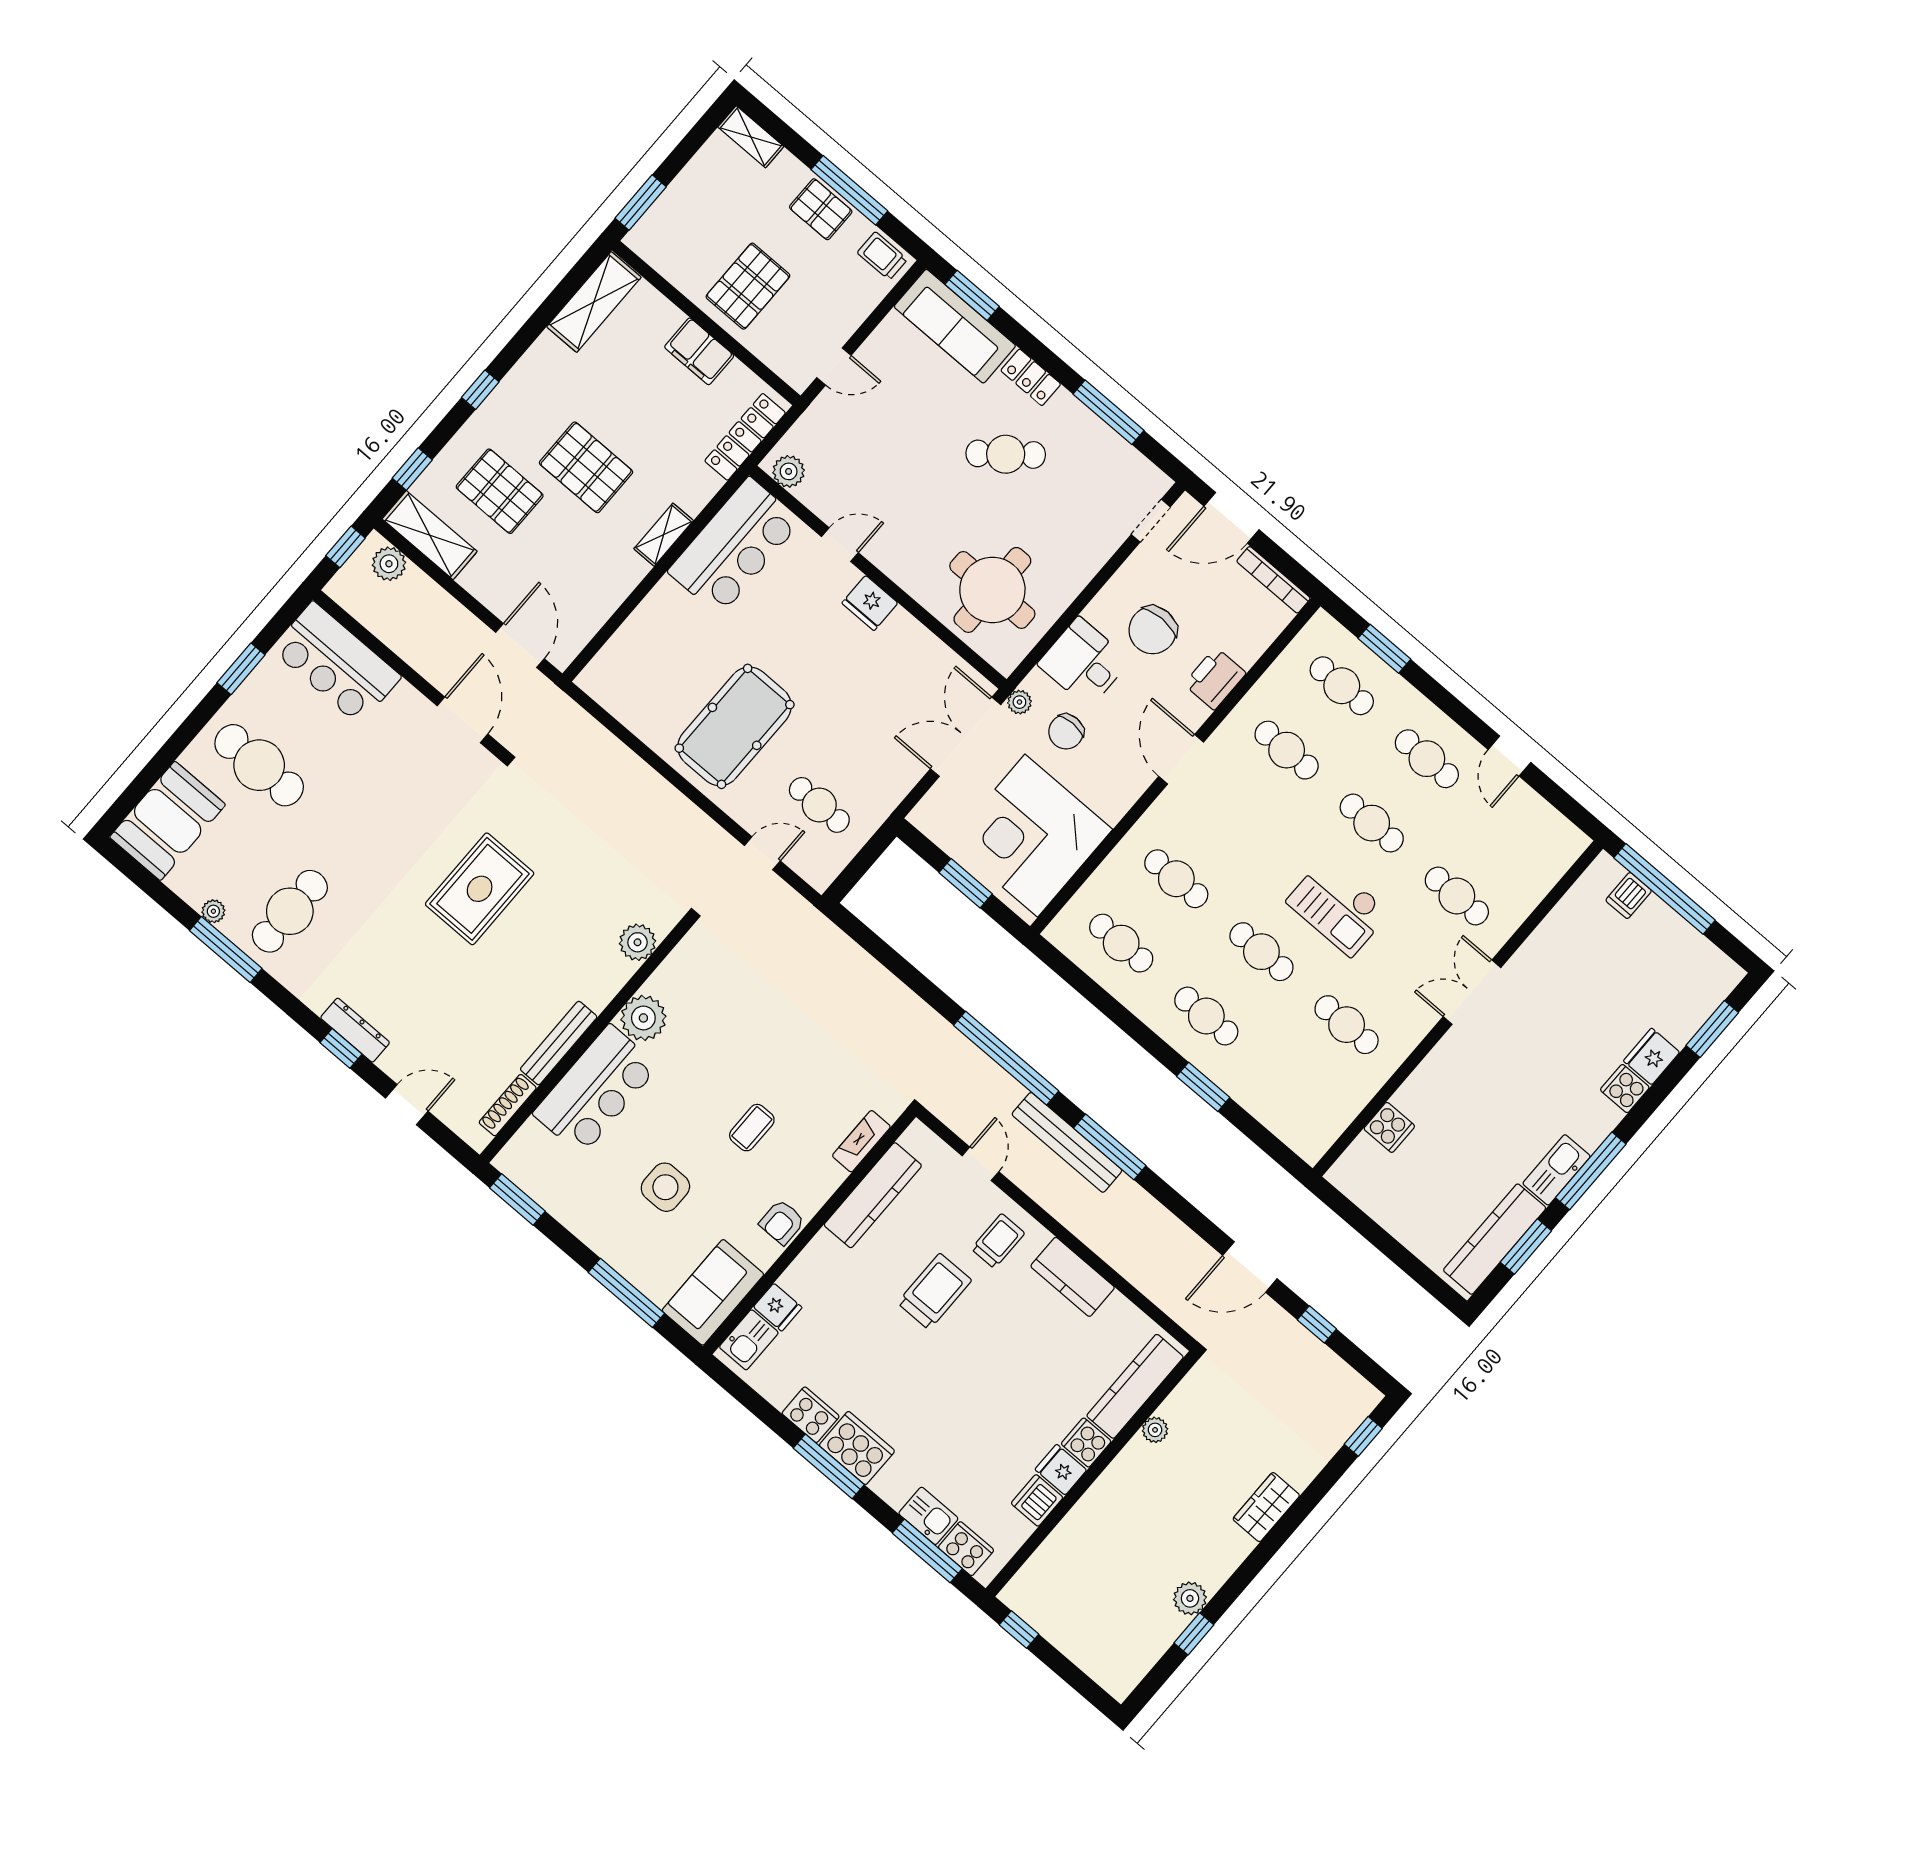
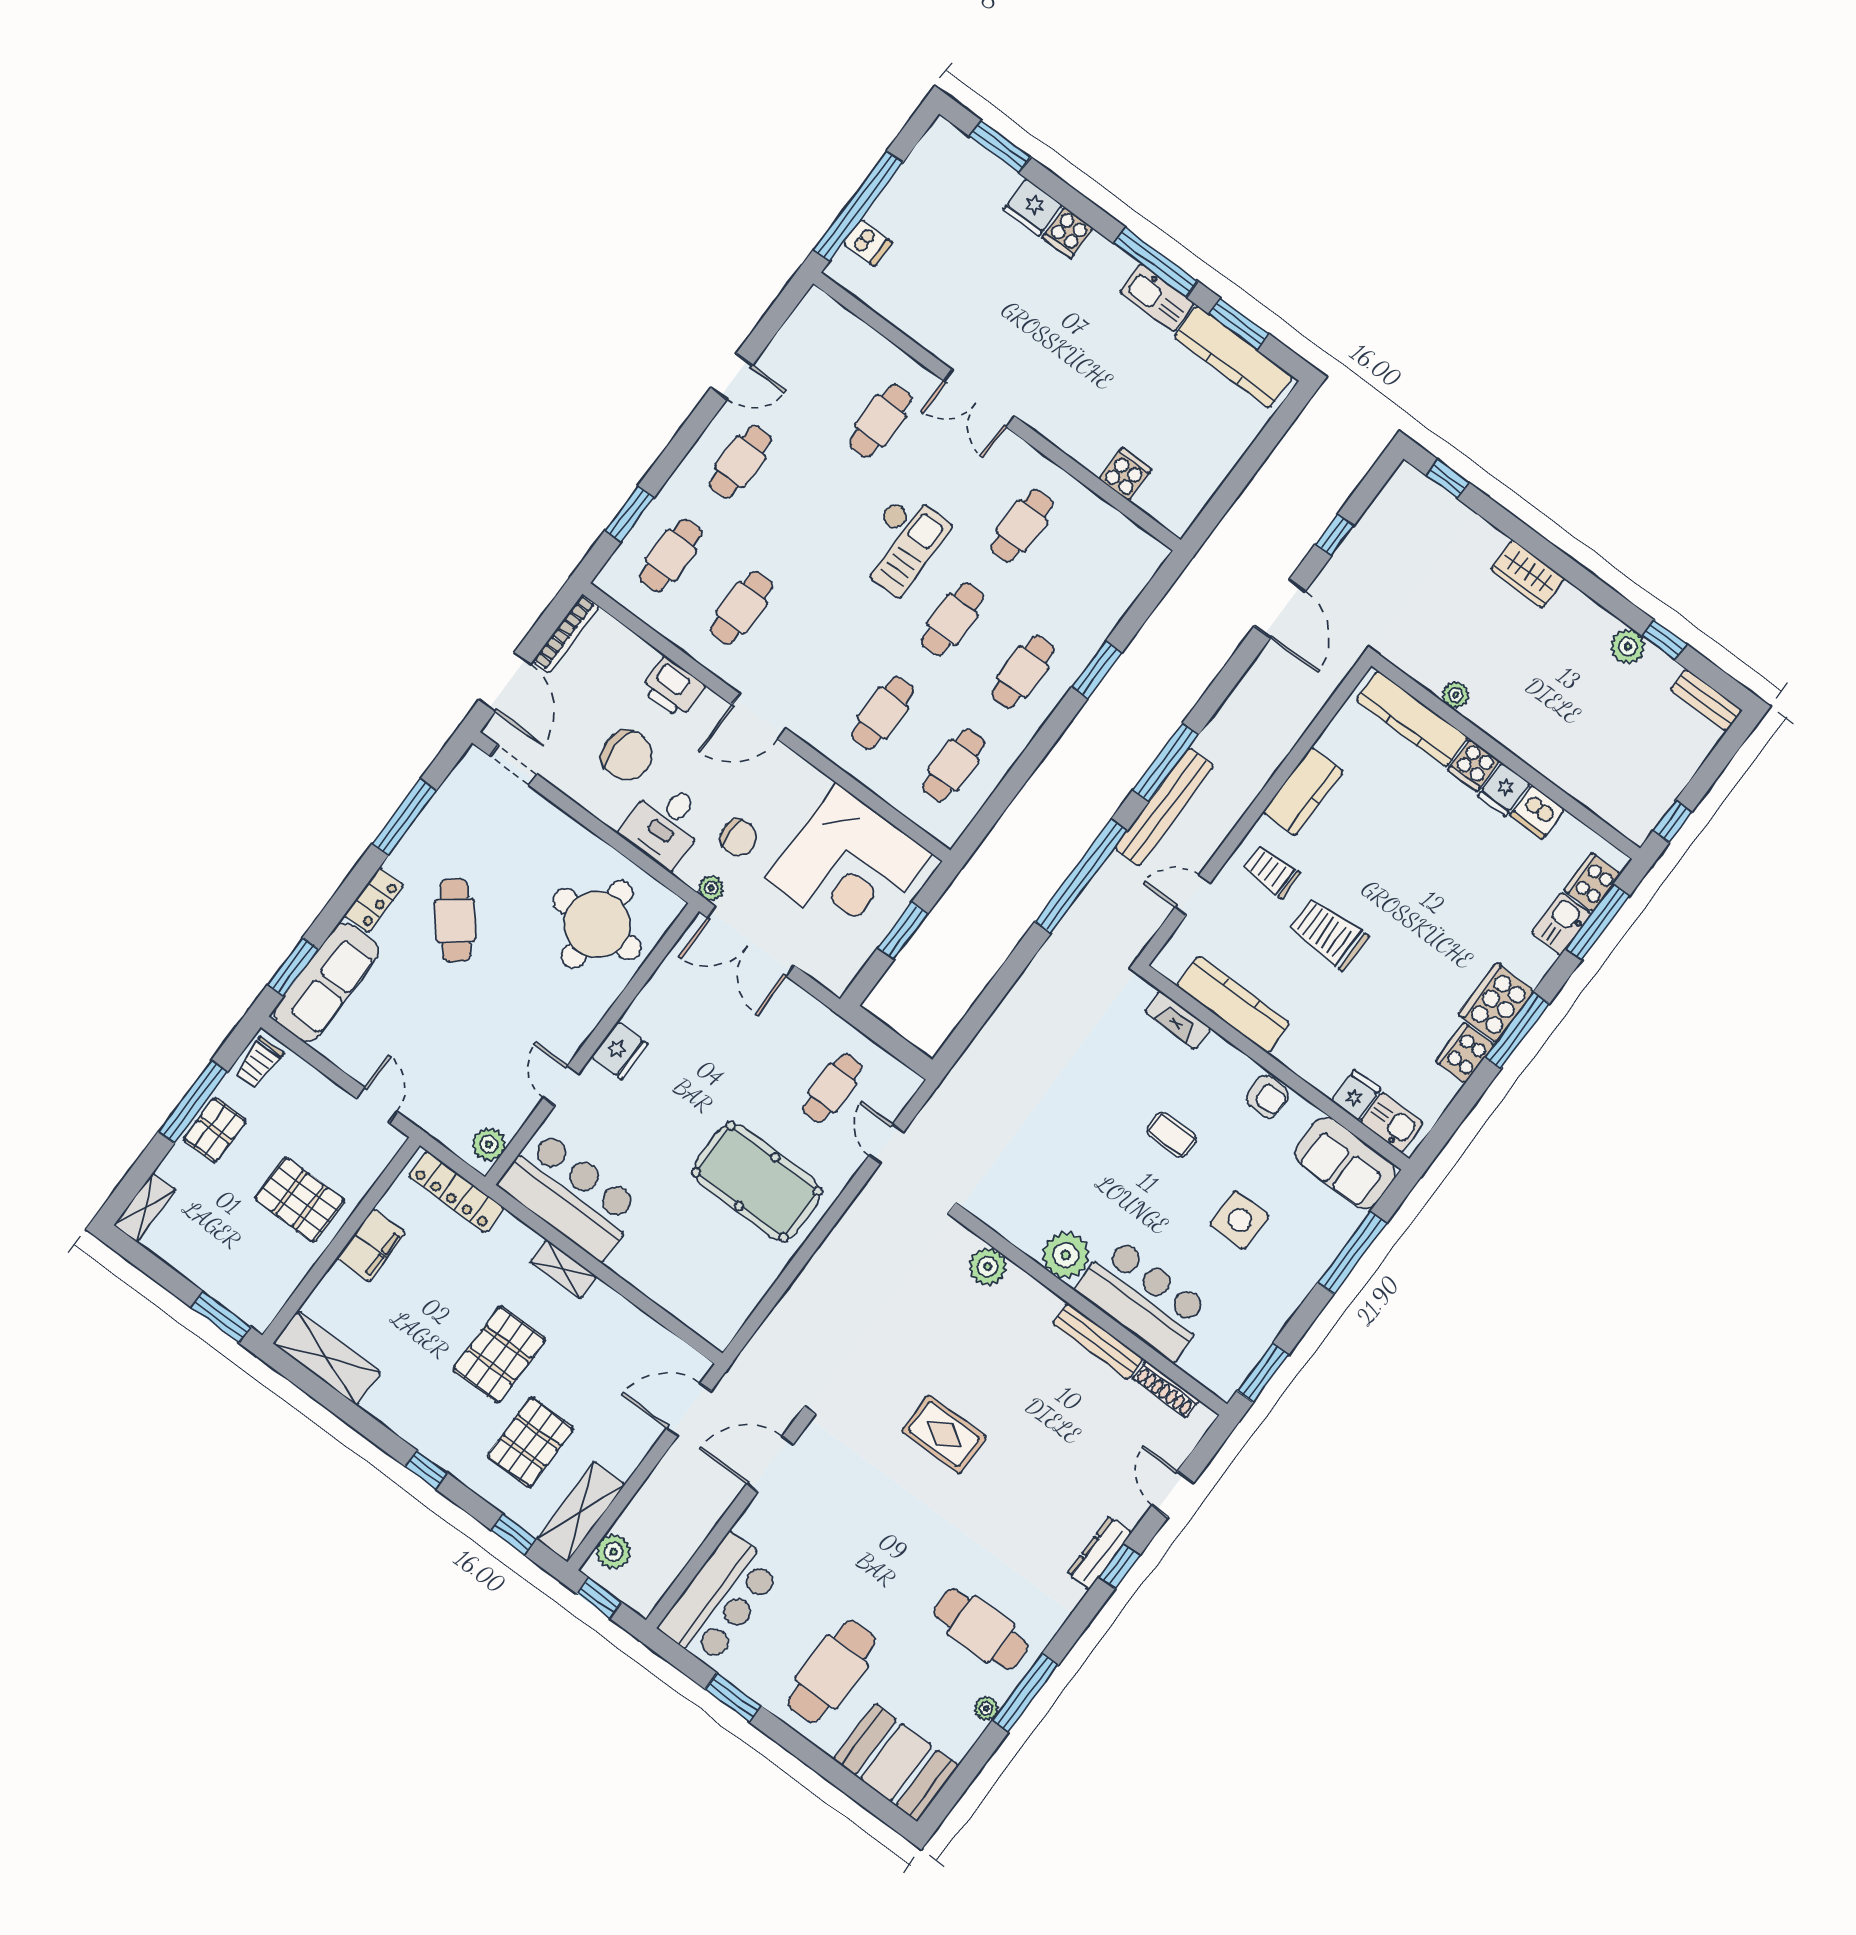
cafe table: (1372, 823) -> (811, 514), removed
rug: (480, 889) -> (944, 1434), width x0.73, depth x0.70
bench: (1133, 1670) -> (1706, 700), added

